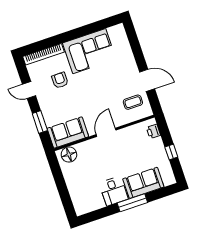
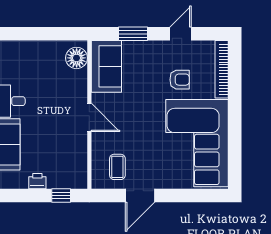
corner sofa: (89, 51) -> (197, 143), width x1.36, depth x1.36
printer: (153, 131) -> (37, 181), moved
window: (171, 152) -> (61, 196), moved

